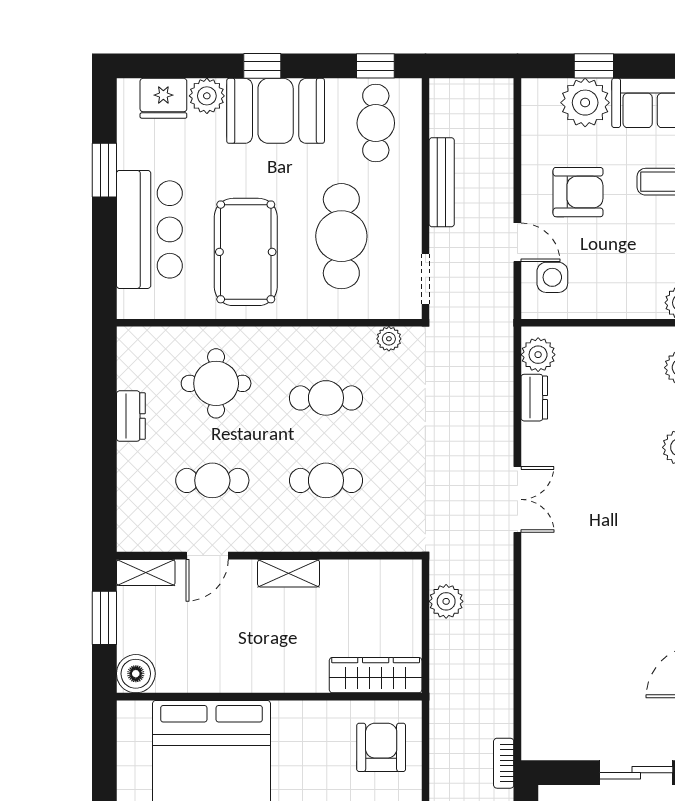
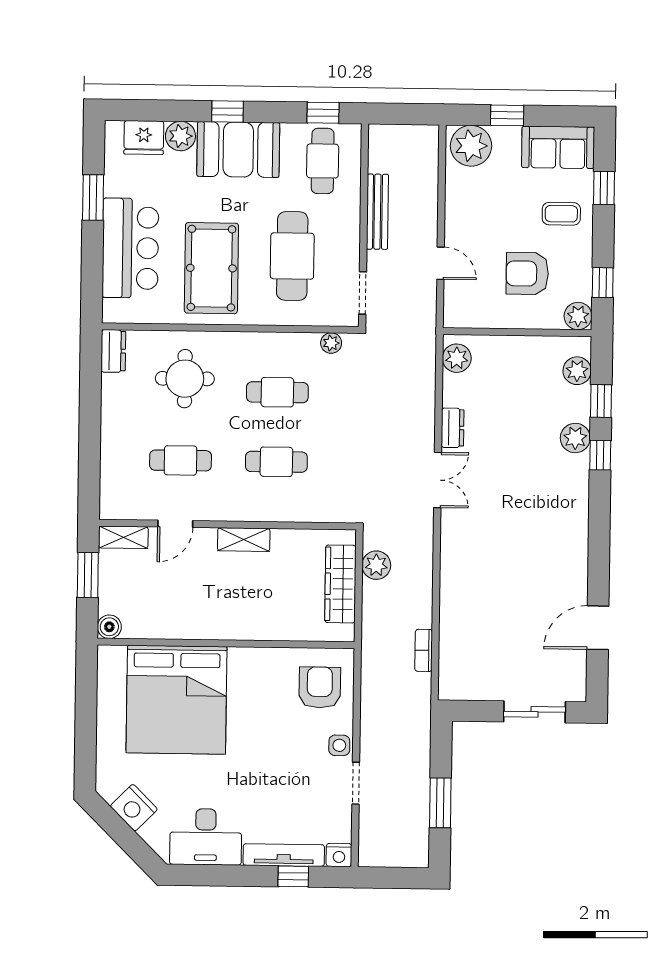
plant: (585, 103) -> (471, 146), moved
armchair: (578, 192) -> (527, 274), moved, turned 180
side table: (552, 277) -> (470, 293), removed
dresser: (534, 398) -> (453, 428), moved
dresser: (131, 416) -> (113, 351), moved
boiler: (136, 674) -> (109, 627), width x0.73, depth x0.73
wardrobe: (376, 675) -> (340, 584), moved, turned -90
bookcase: (504, 763) -> (424, 650), moved

